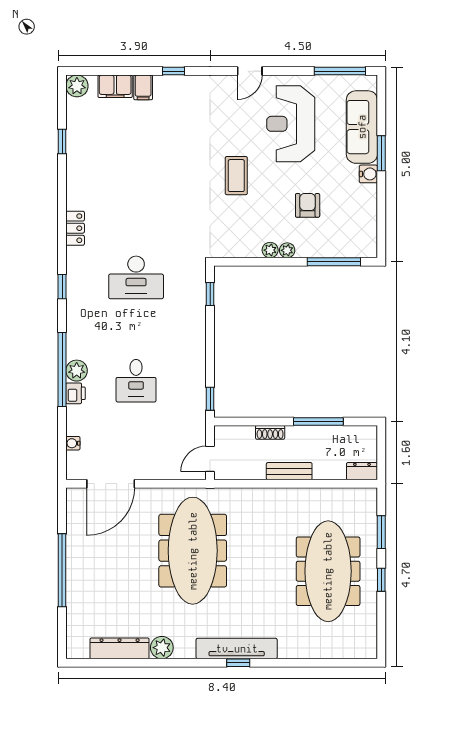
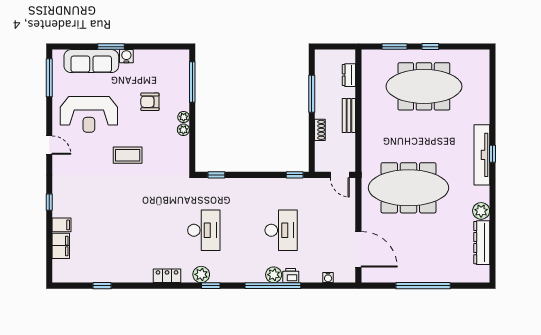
plant: (77, 86) -> (201, 274), moved
desk: (136, 381) -> (281, 230), width x1.37
dresser: (362, 471) -> (349, 75), moved

